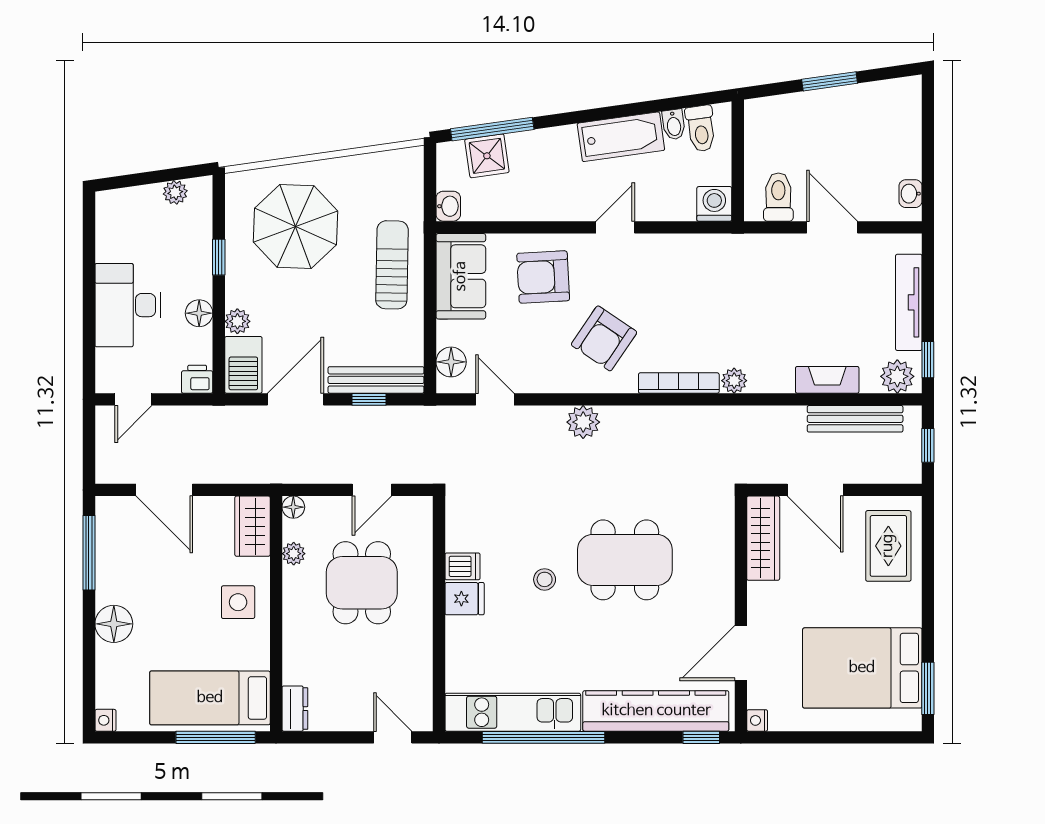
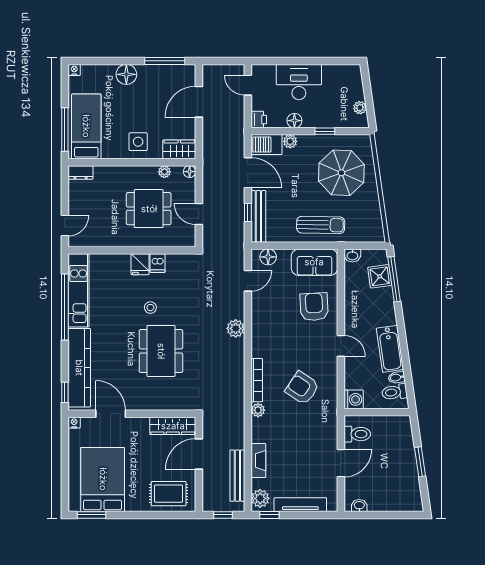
armchair: (604, 338) -> (302, 388), moved

